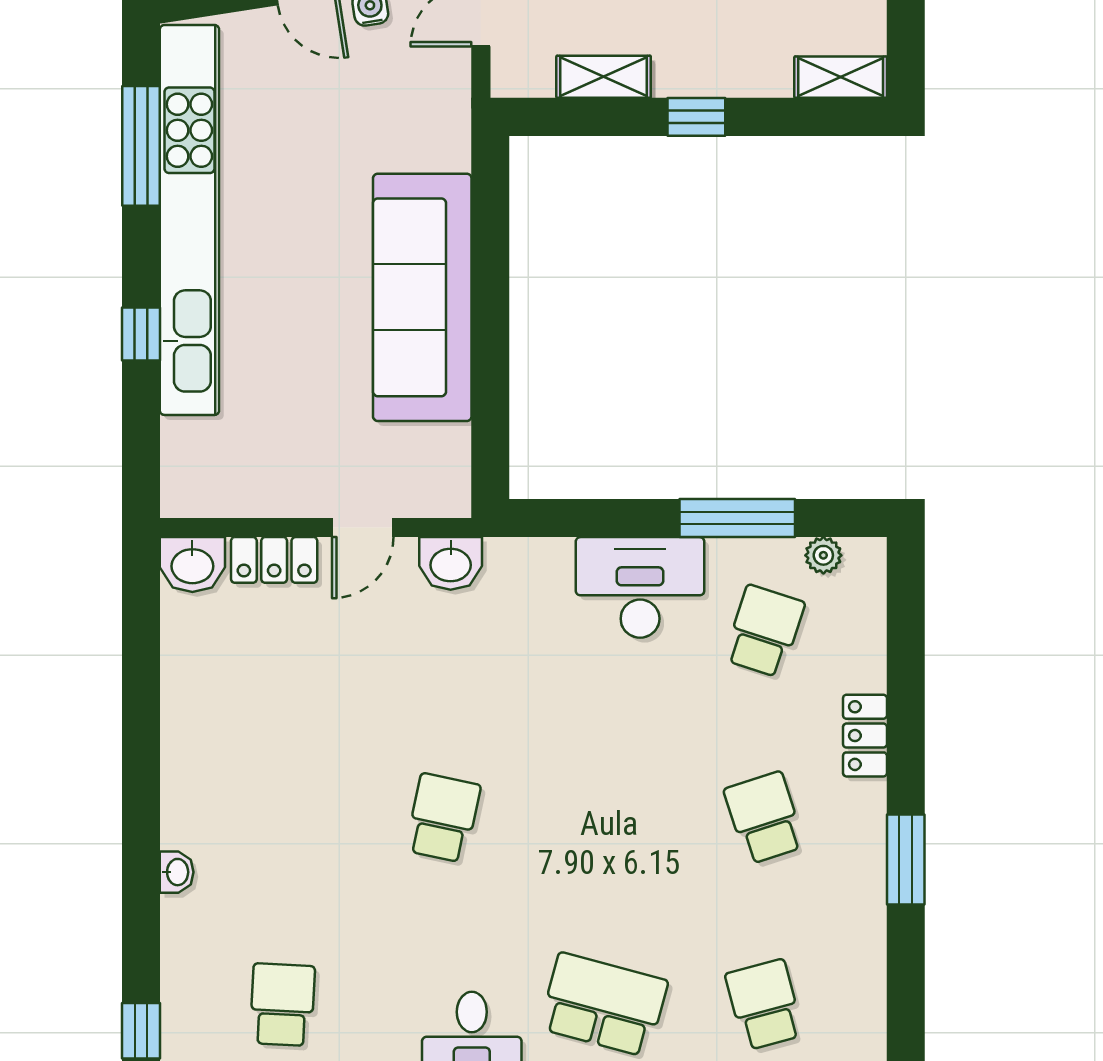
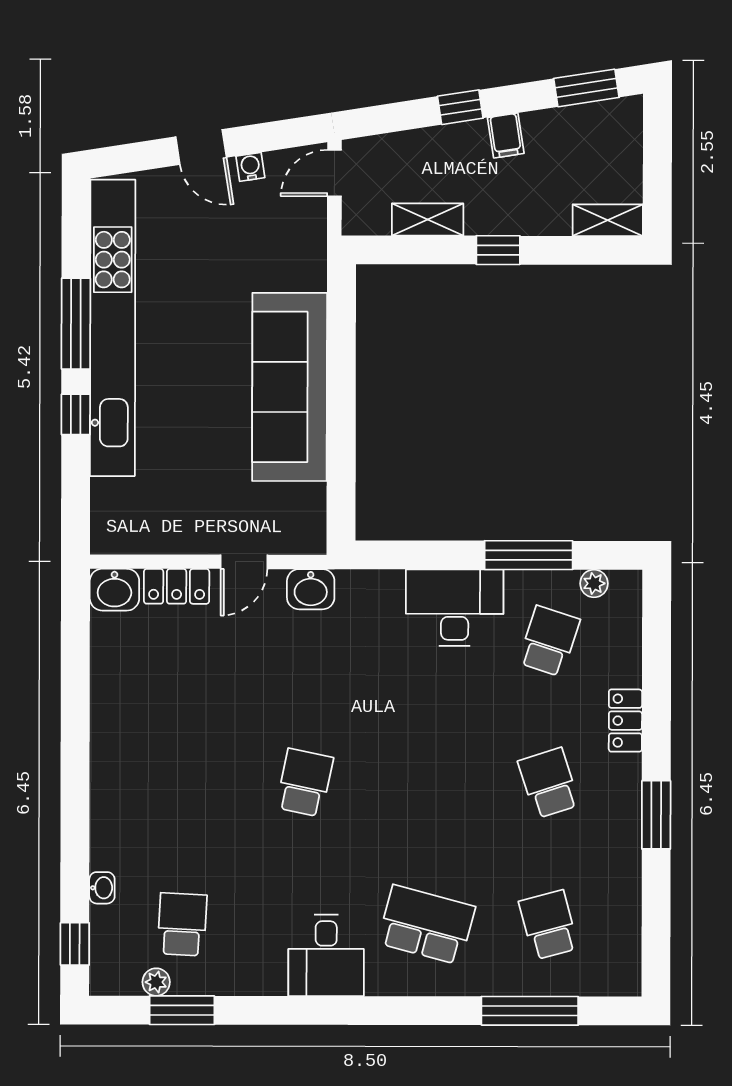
window: (141, 146) -> (76, 324), moved
washbasin: (177, 872) -> (102, 888), moved

